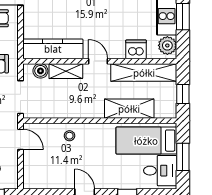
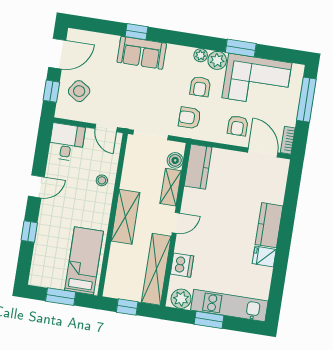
kitchen counter: (53, 49) -> (198, 167), width x0.67
shelving: (129, 109) -> (125, 217), moved
door: (21, 139) -> (106, 128), hinge flipped
desk: (160, 171) -> (67, 142), moved, turned 180

